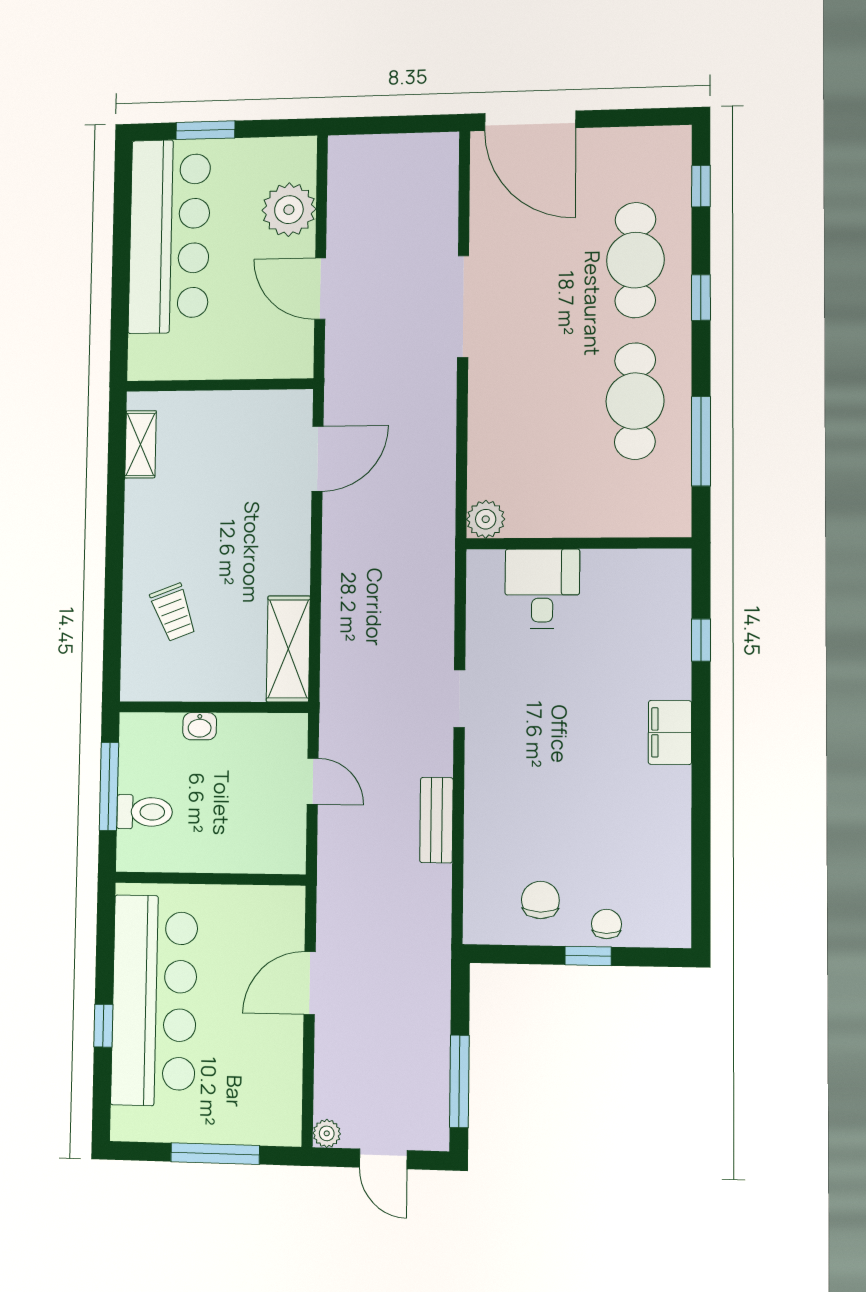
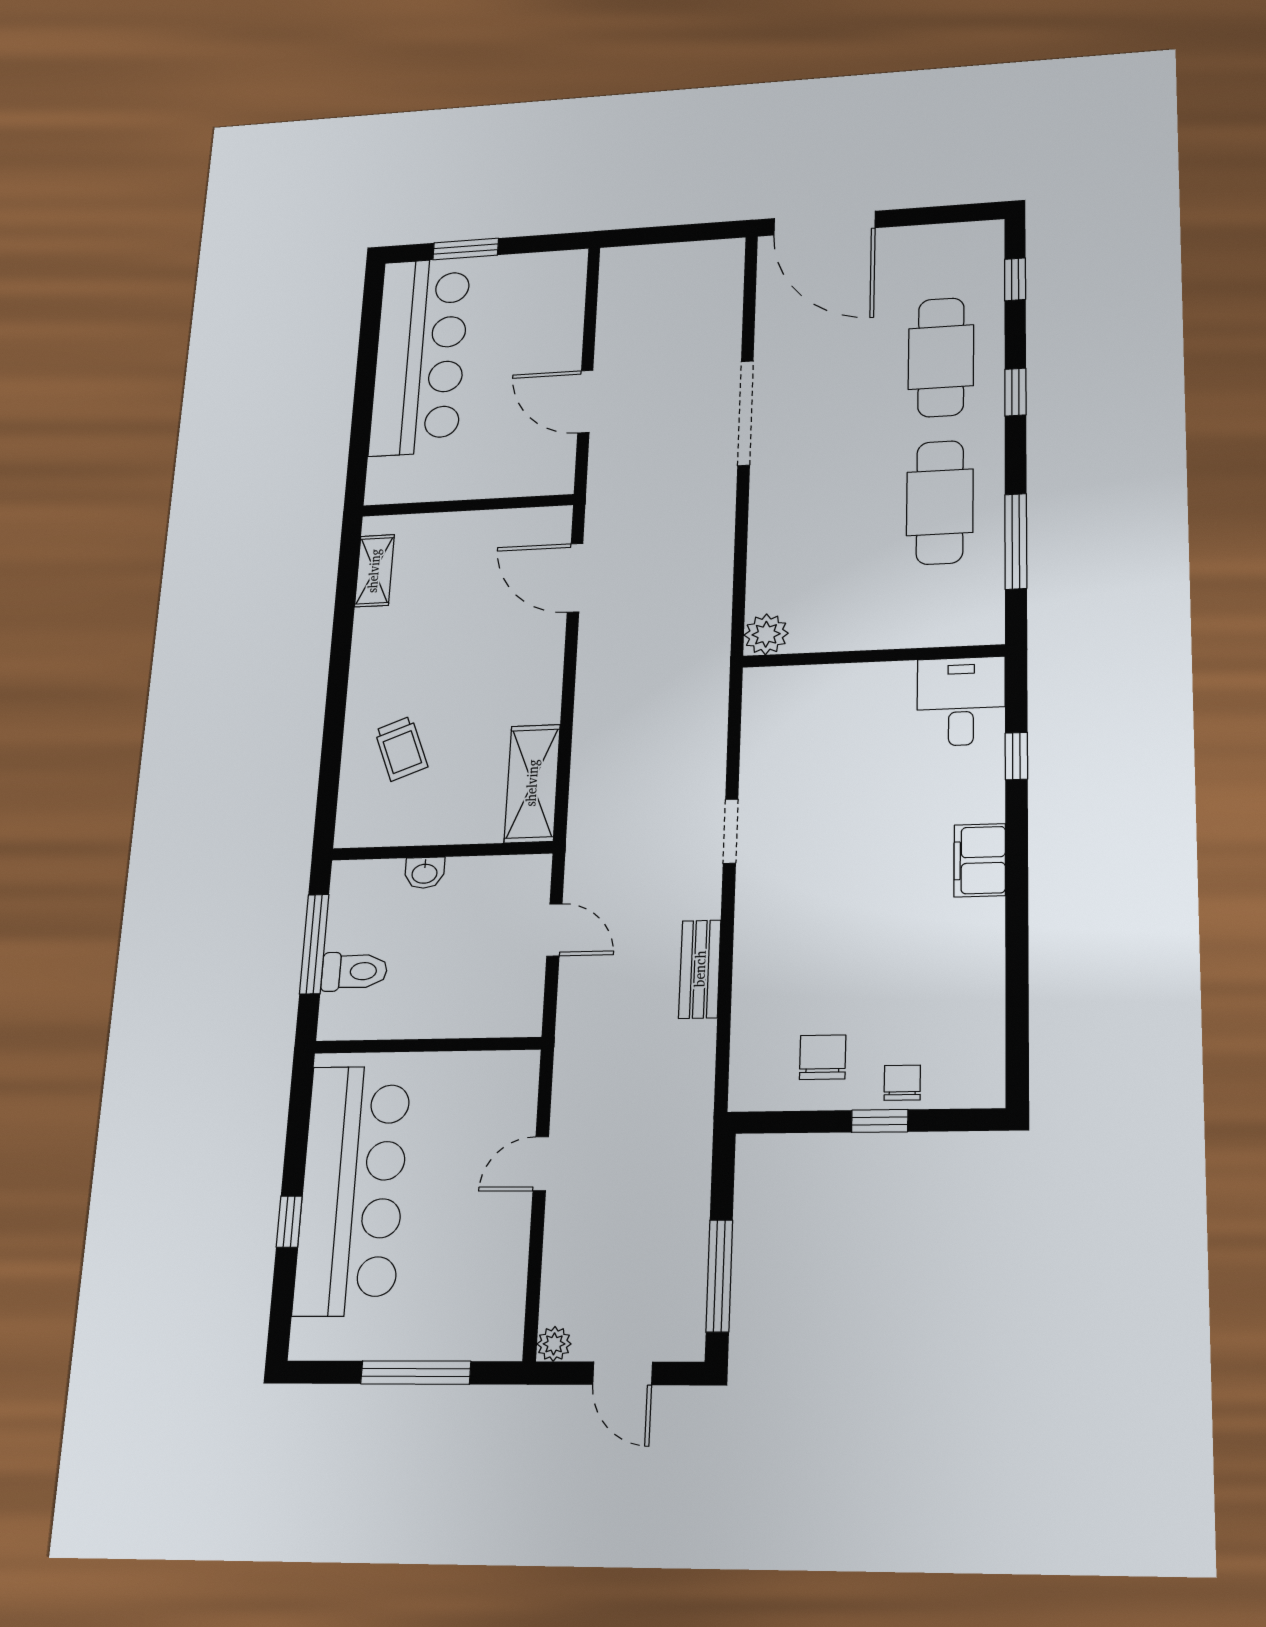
plant: (289, 210) -> (554, 323), removed
door: (318, 459) -> (575, 578), swing flipped
desk: (542, 589) -> (961, 701), moved
door: (310, 983) -> (541, 1164), width x0.73

